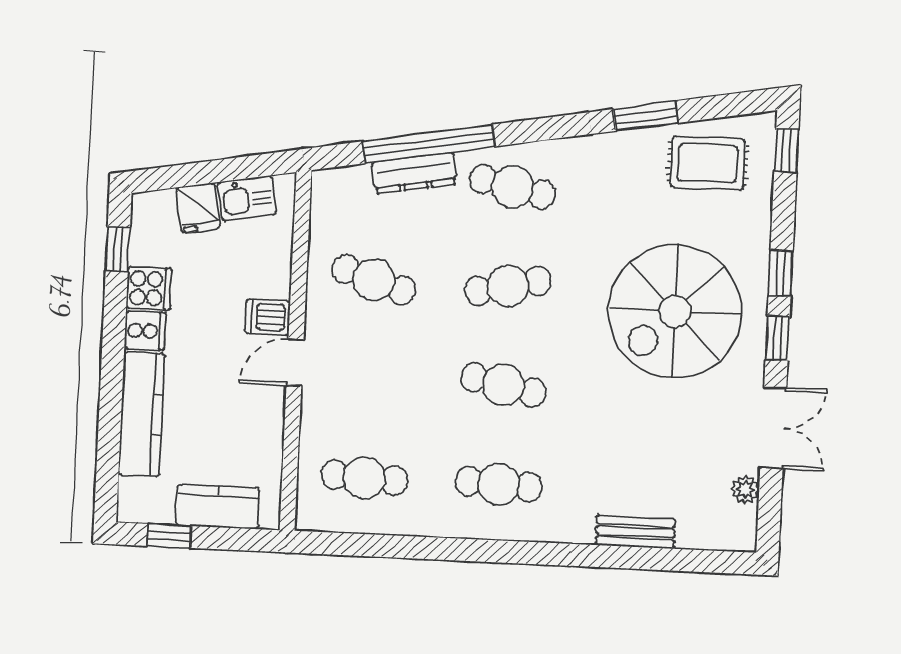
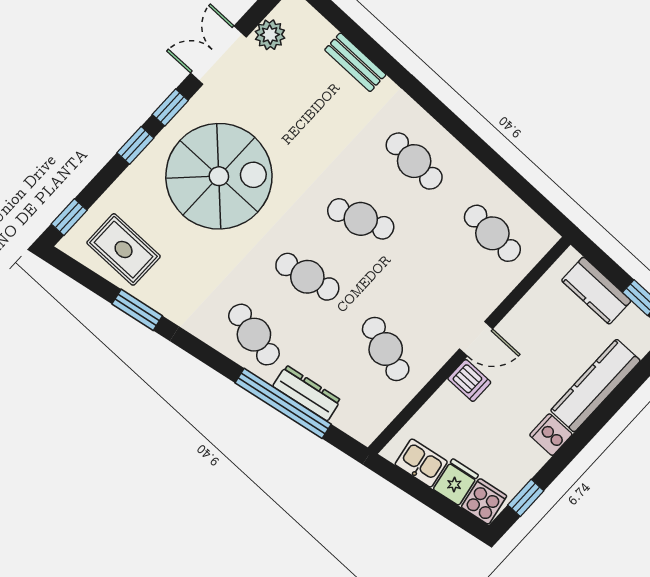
cooker: (149, 288) -> (484, 501), moved, turned 80
cafe table: (503, 385) -> (361, 219), turned -33
plant: (745, 489) -> (270, 35), width x1.38, depth x1.38

